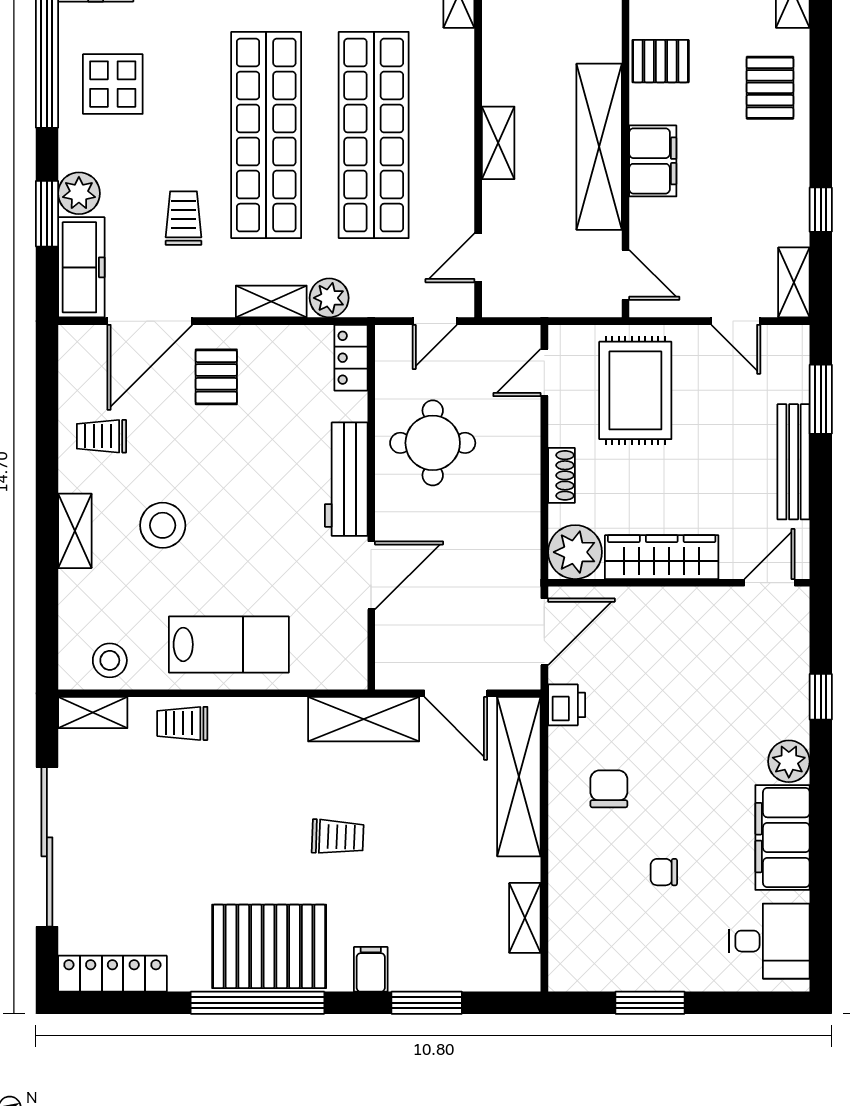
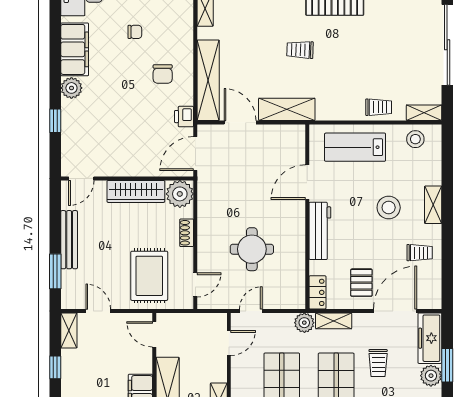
locker: (351, 358) -> (318, 292), moved
workbench: (346, 479) -> (320, 231), moved
wall: (371, 507) -> (307, 217), moved
door: (371, 575) -> (307, 182), moved

